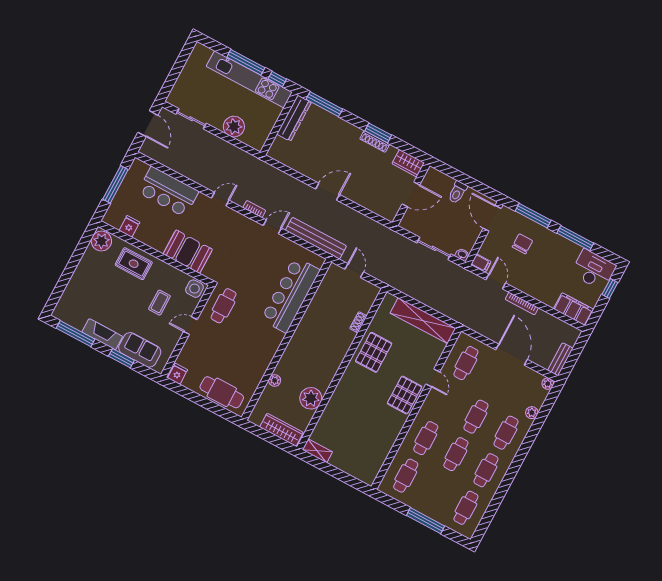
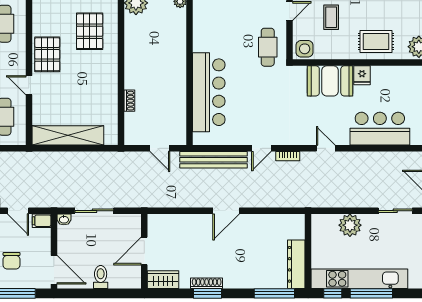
door: (220, 199) -> (326, 148), swing flipped
fridge: (129, 226) -> (362, 75), moved
pallet: (374, 352) -> (90, 31), moved

